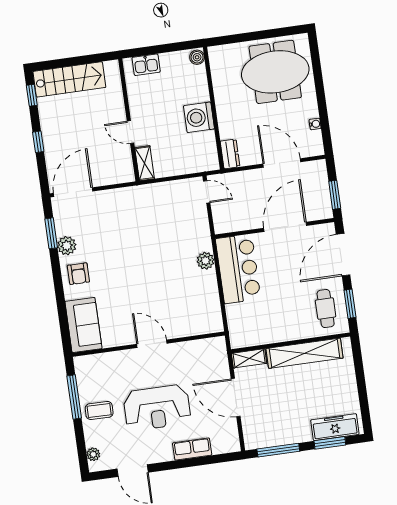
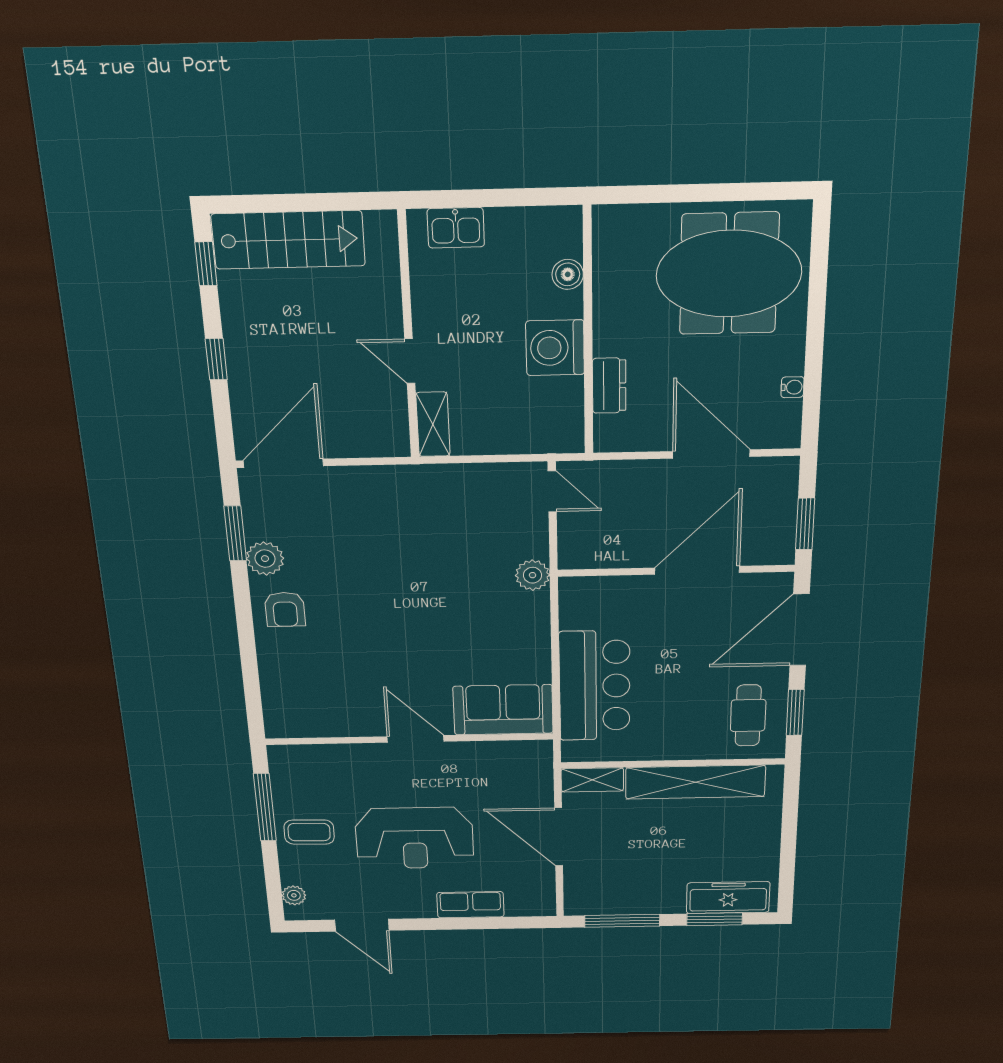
boiler: (197, 57) -> (568, 274), moved
dresser: (230, 154) -> (609, 386), moved
plant: (205, 261) -> (532, 575), moved
bar counter: (238, 269) -> (595, 686), moved
sofa: (83, 325) -> (503, 710), moved, turned -90

